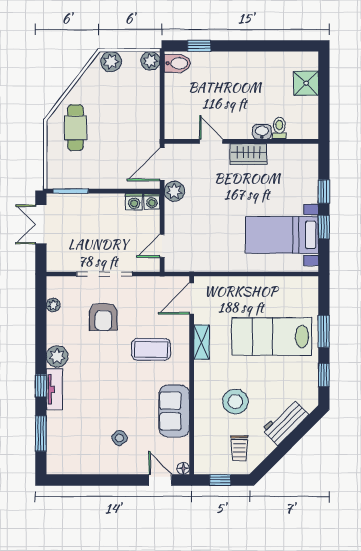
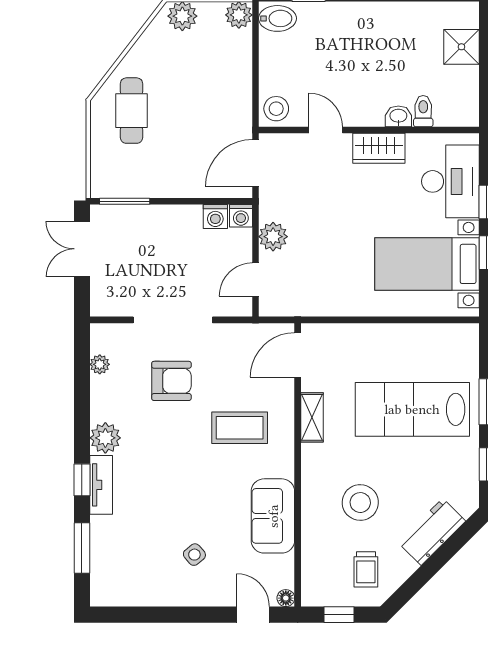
stool: (177, 126) -> (276, 109), added
desk: (298, 177) -> (450, 181), added
plant: (174, 191) -> (273, 237), moved
armchair: (103, 317) -> (171, 381), turned -90

